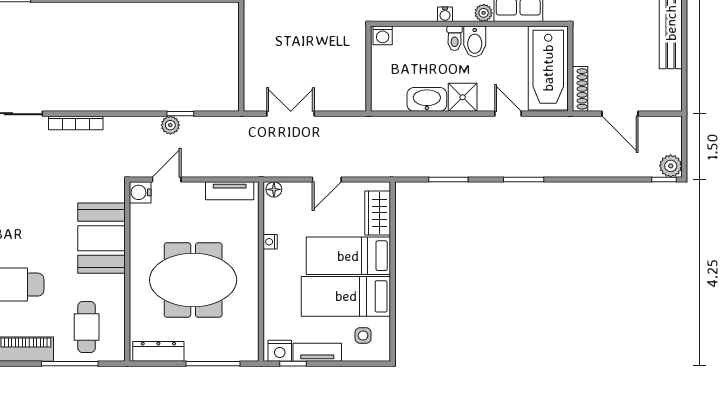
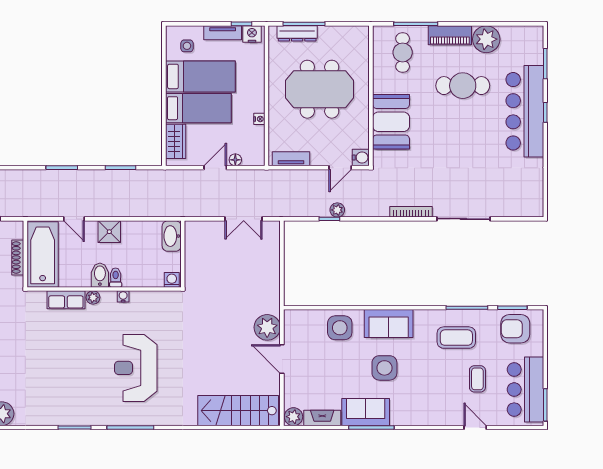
shoe rack: (580, 89) -> (18, 258), moved
washbasin: (427, 99) -> (172, 236), moved, turned 90
floor lamp: (274, 189) -> (235, 160), moved
dresser: (158, 351) -> (297, 33), moved

